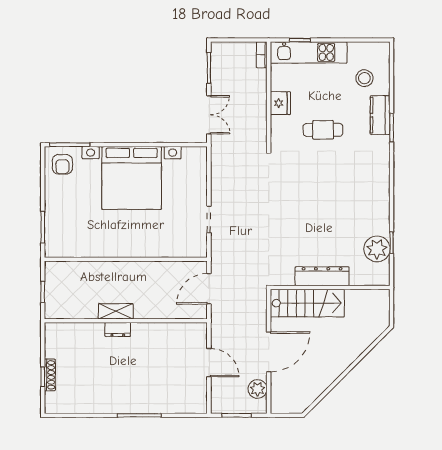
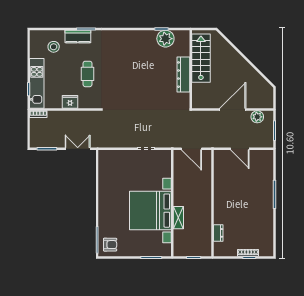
bed with nightstands: (132, 178) -> (150, 211), moved, turned 180
stairs: (307, 303) -> (201, 58), moved
shelving: (116, 311) -> (178, 218), moved
dresser: (118, 330) -> (218, 233), moved
door: (269, 352) -> (233, 110), hinge flipped
door: (209, 363) -> (240, 149), swing flipped

